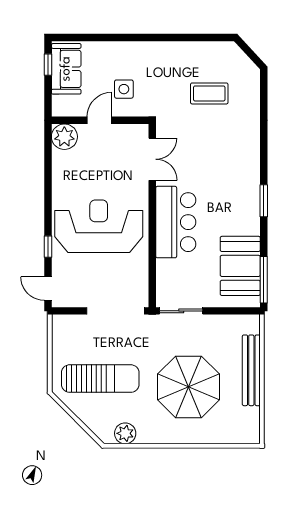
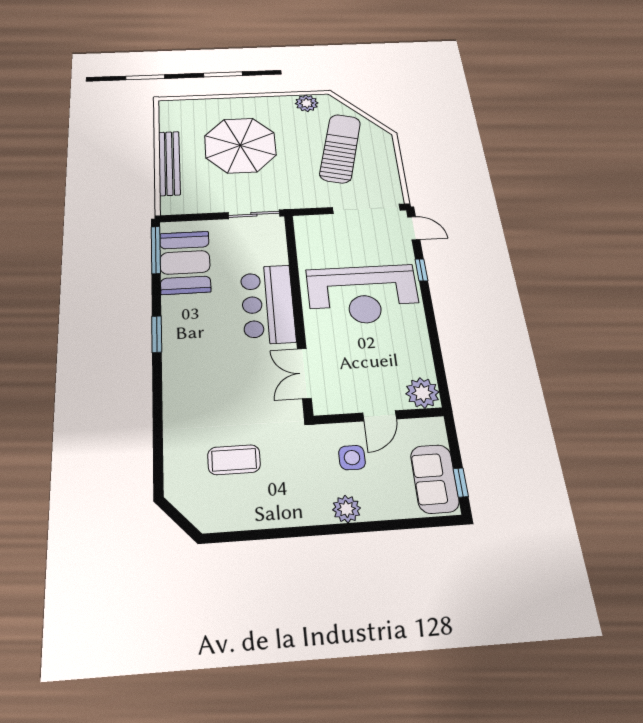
plant: (132, 51) -> (347, 509), added
doorway: (115, 311) -> (366, 209), moved
sun lounger: (100, 379) -> (340, 148), turned 104

